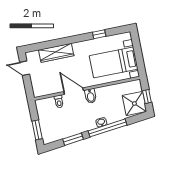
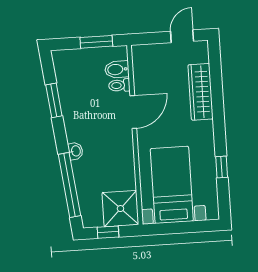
bidet: (91, 96) -> (117, 69), moved
shower: (134, 103) -> (120, 209), moved
window: (107, 128) -> (69, 185), moved
window: (37, 130) -> (96, 42), moved

